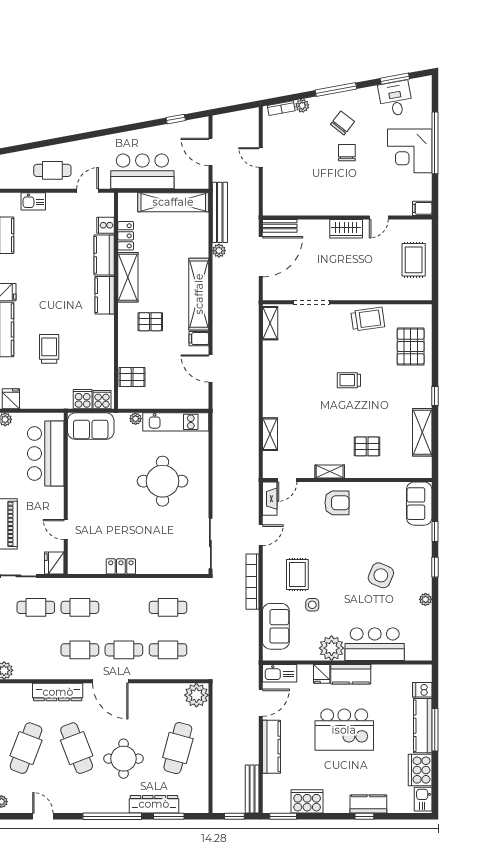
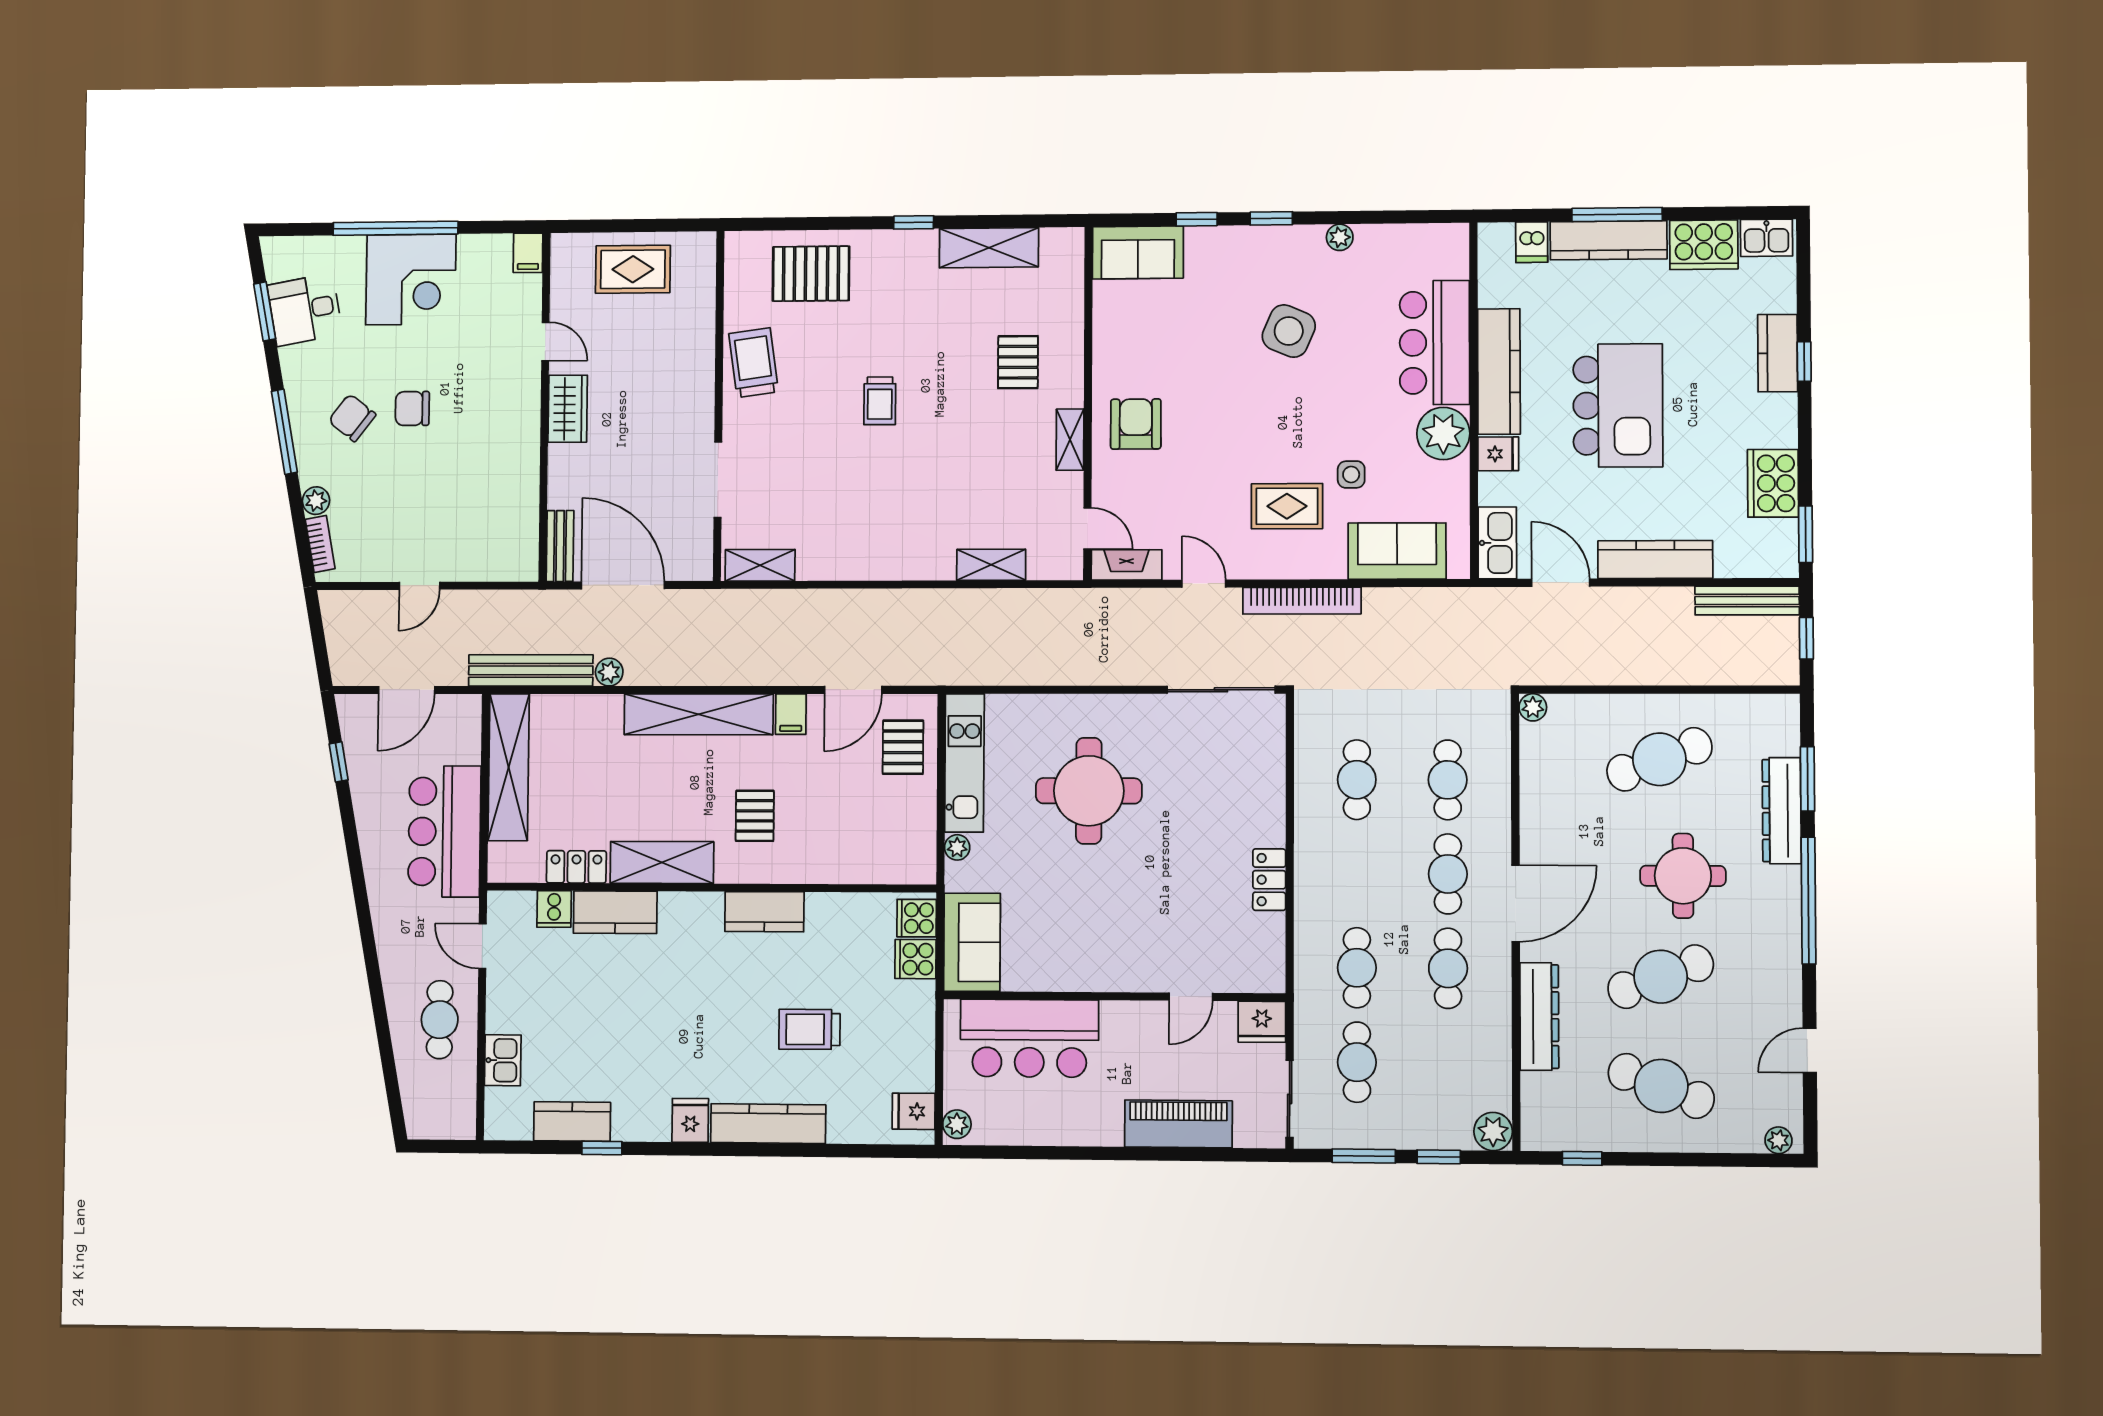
kitchen counter: (105, 295) -> (764, 912), moved
pallet: (132, 377) -> (903, 747), moved
kitchen counter: (351, 674) -> (1499, 372), width x1.50
plant: (196, 695) -> (1533, 707), width x0.53, depth x0.53
cafe table: (178, 748) -> (1659, 759), turned -36

